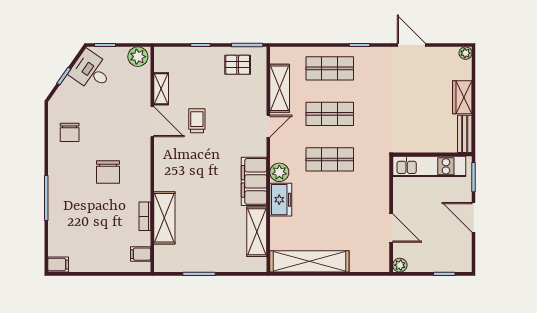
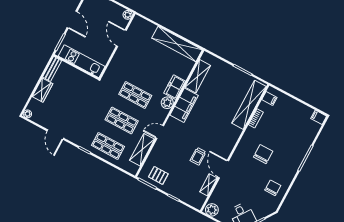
shelving: (164, 218) -> (249, 105), width x1.47

